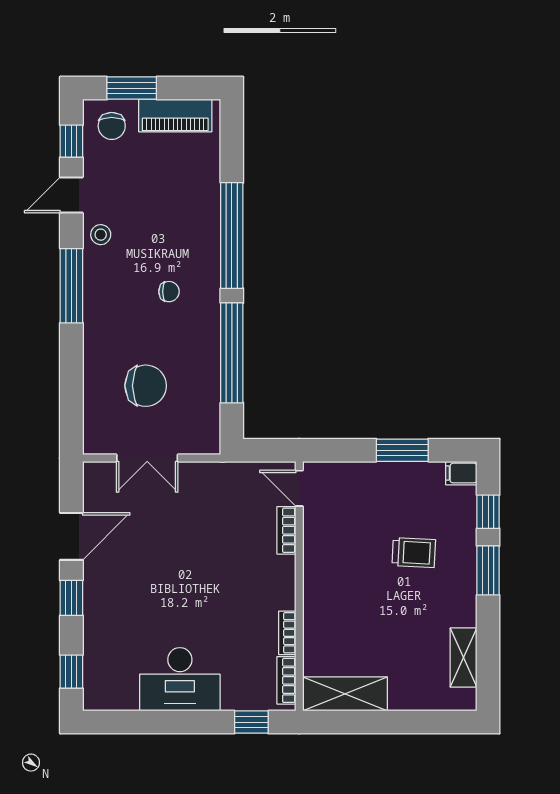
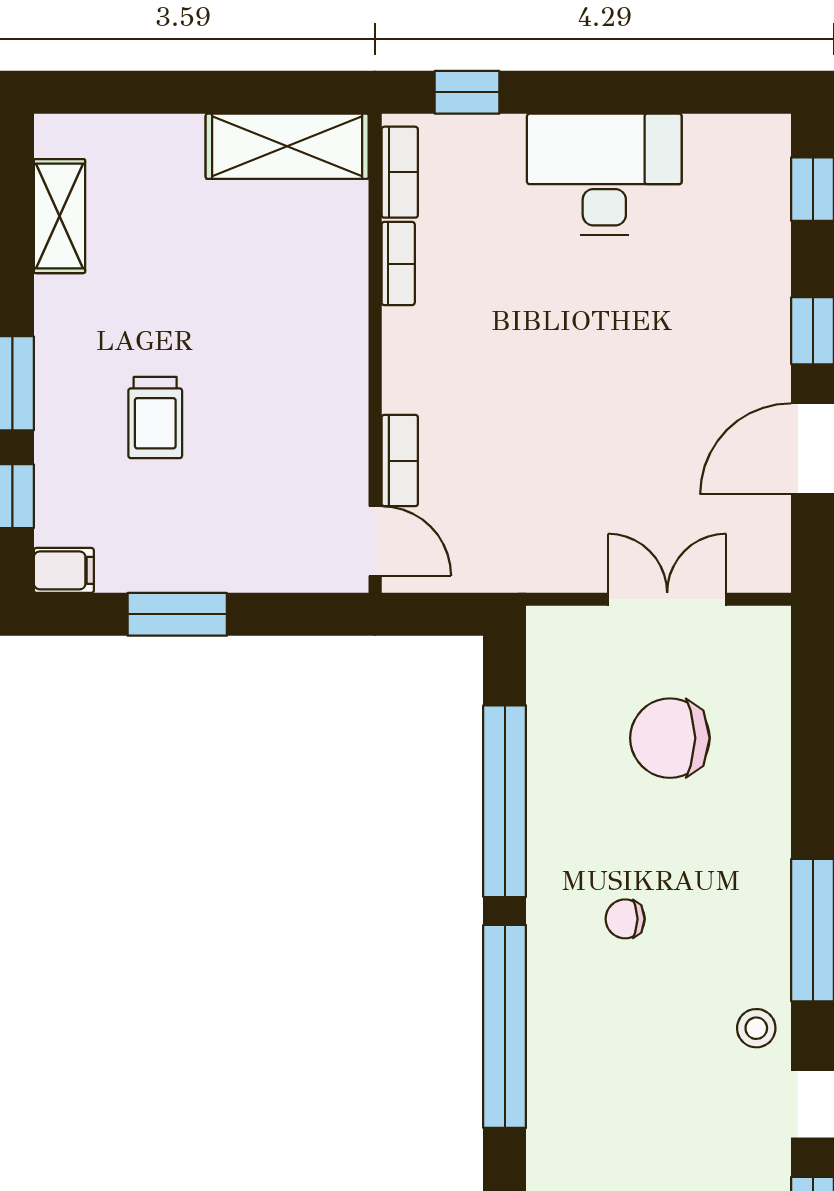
trolley: (414, 553) -> (155, 418), turned -93

